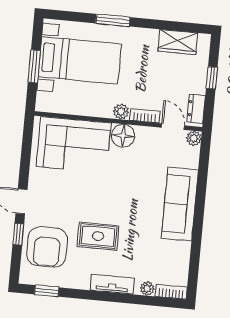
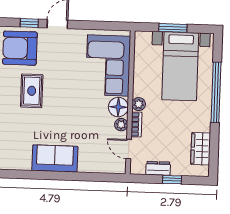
window: (113, 20) -> (216, 92), width x2.11
dresser: (196, 109) -> (158, 168), moved
door: (173, 127) -> (129, 149), swing flipped
plant: (194, 138) -> (121, 125), moved
sofa: (180, 204) -> (55, 158), width x0.73

